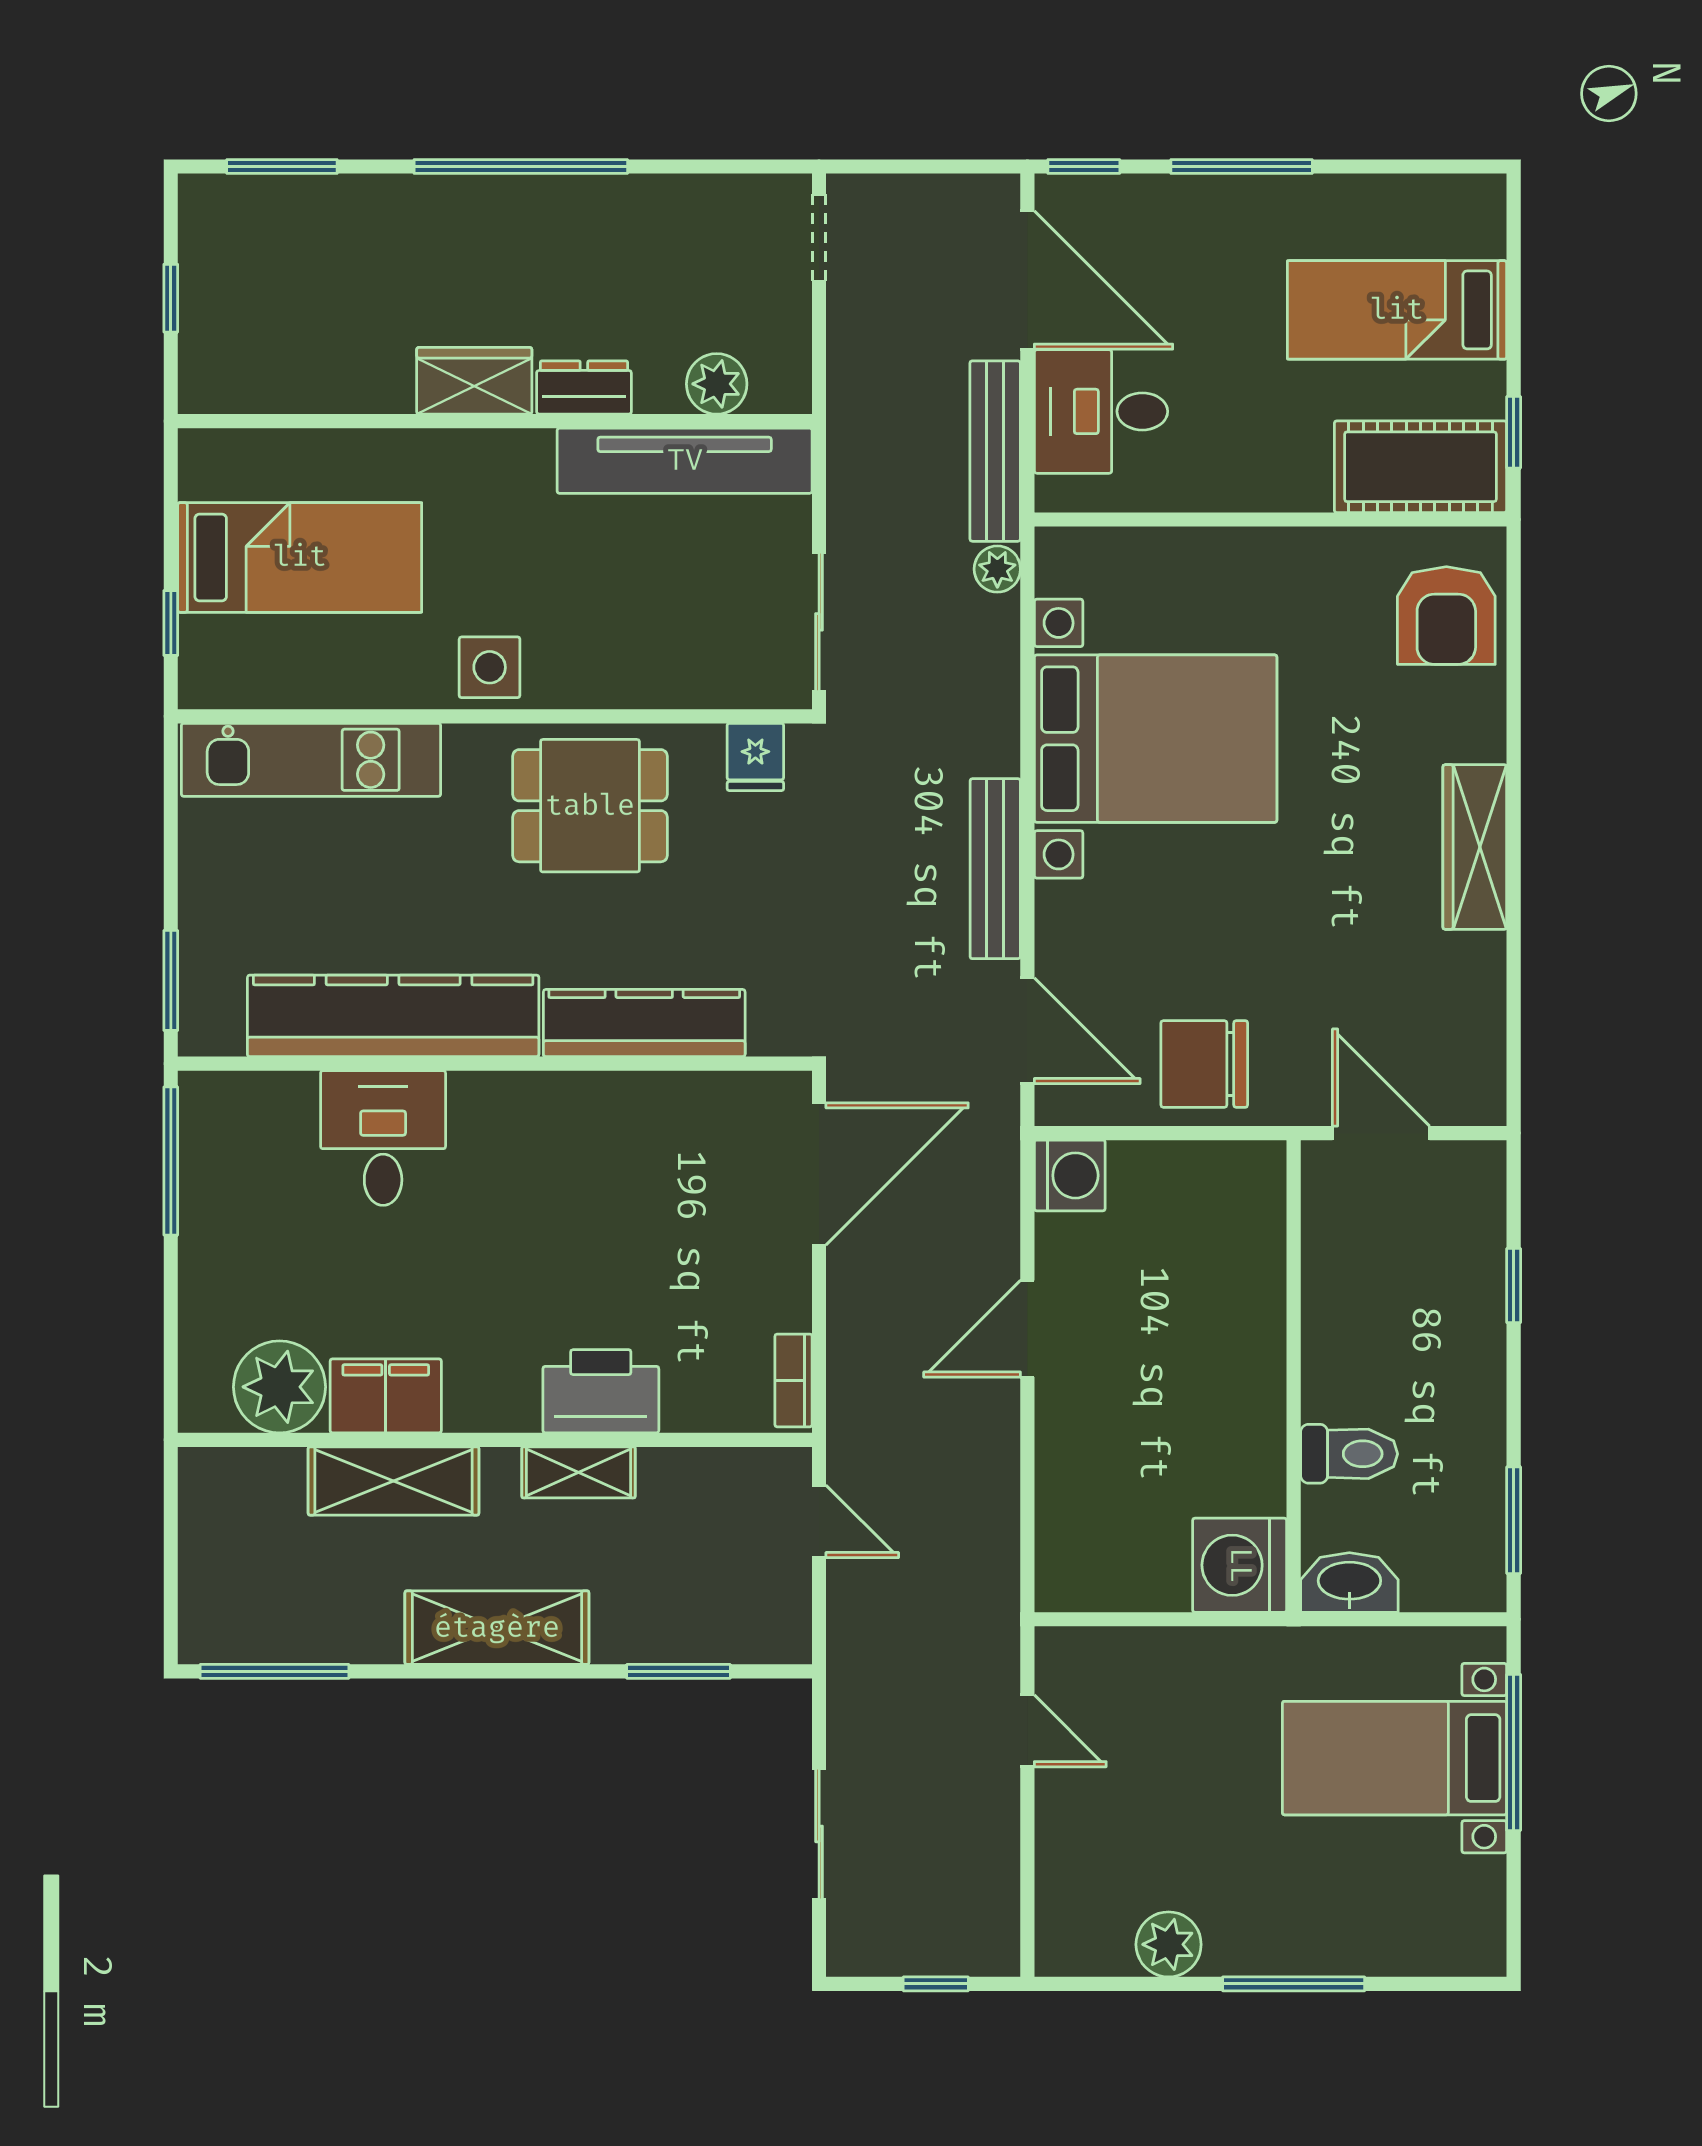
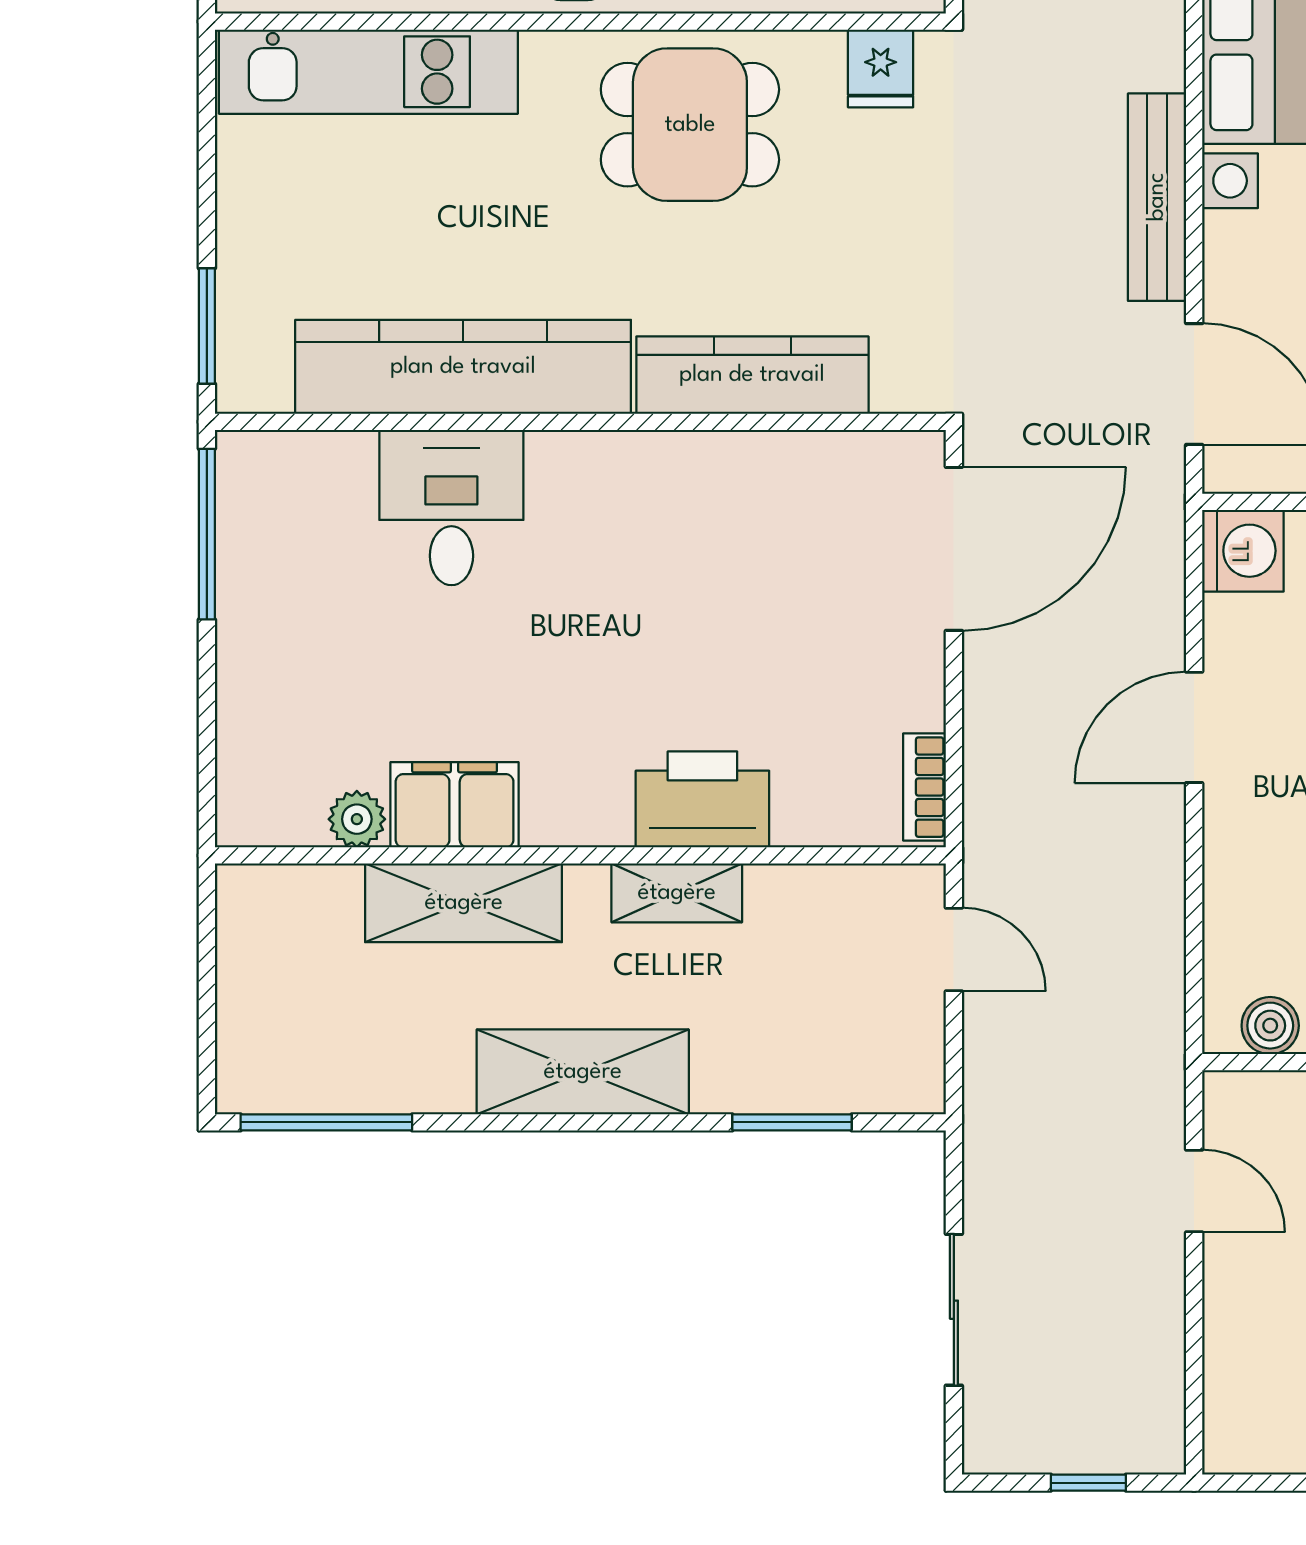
plant: (279, 1387) -> (357, 819), width x0.53, depth x0.53
boiler: (1093, 1587) -> (1270, 1026), added

